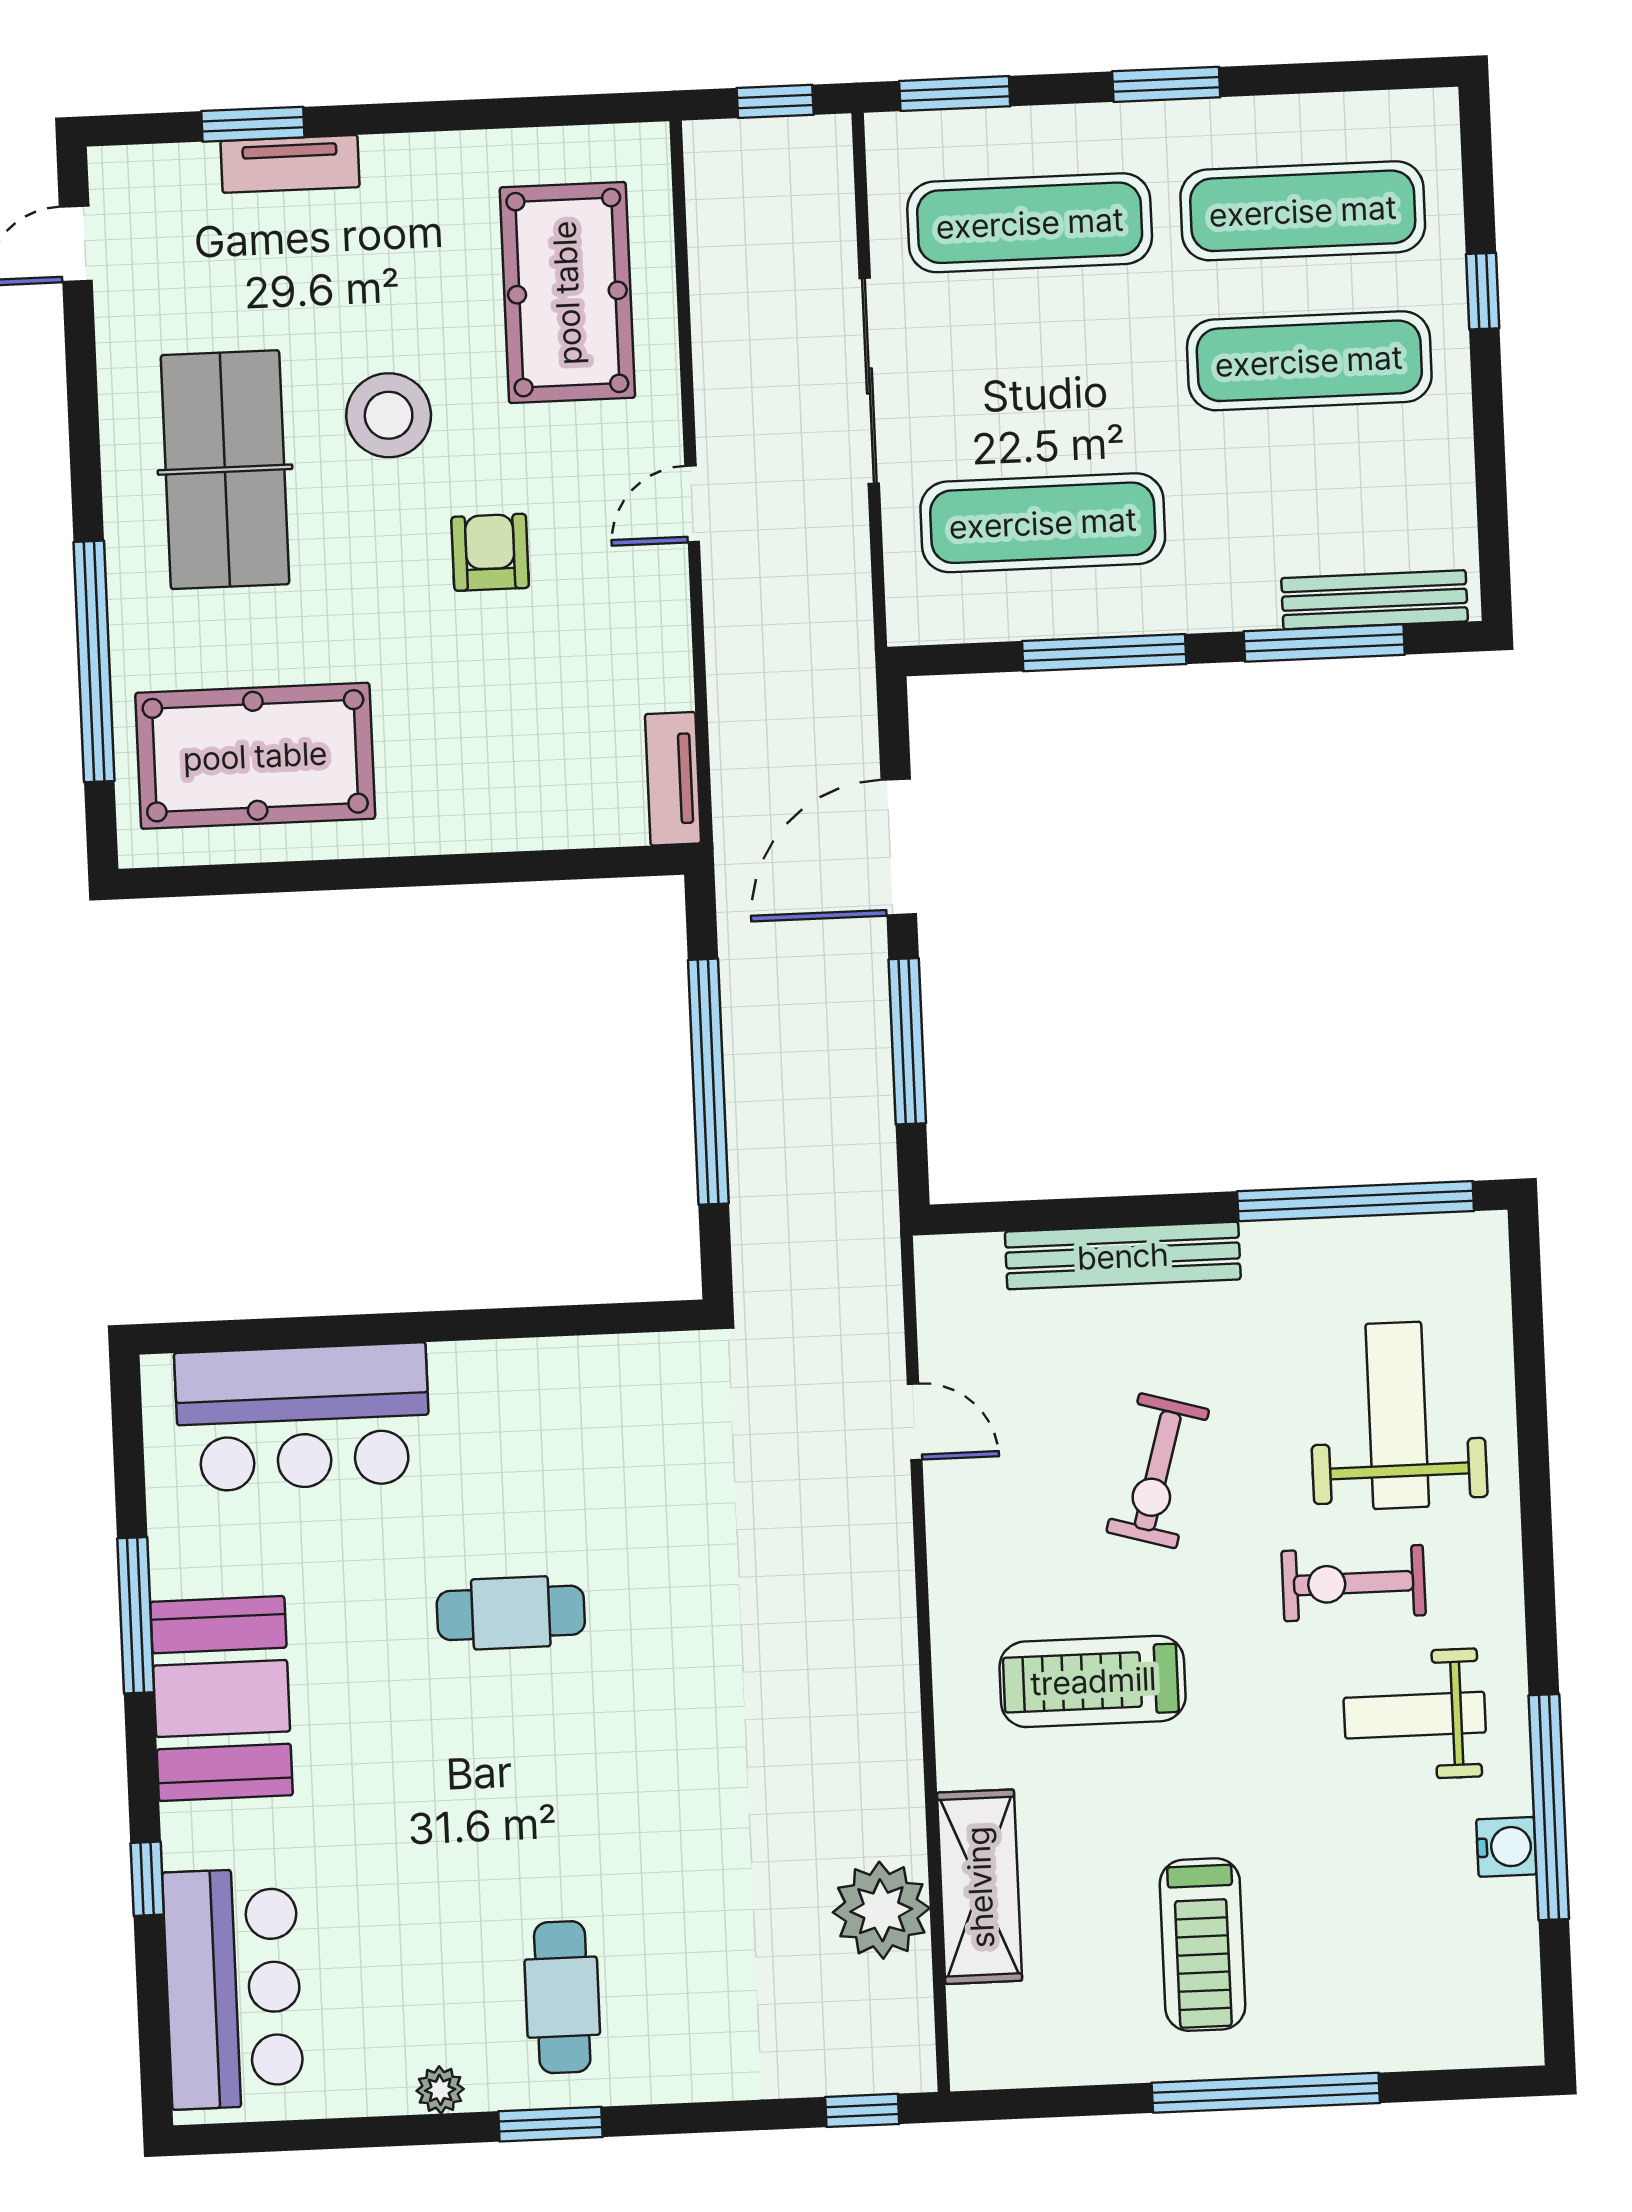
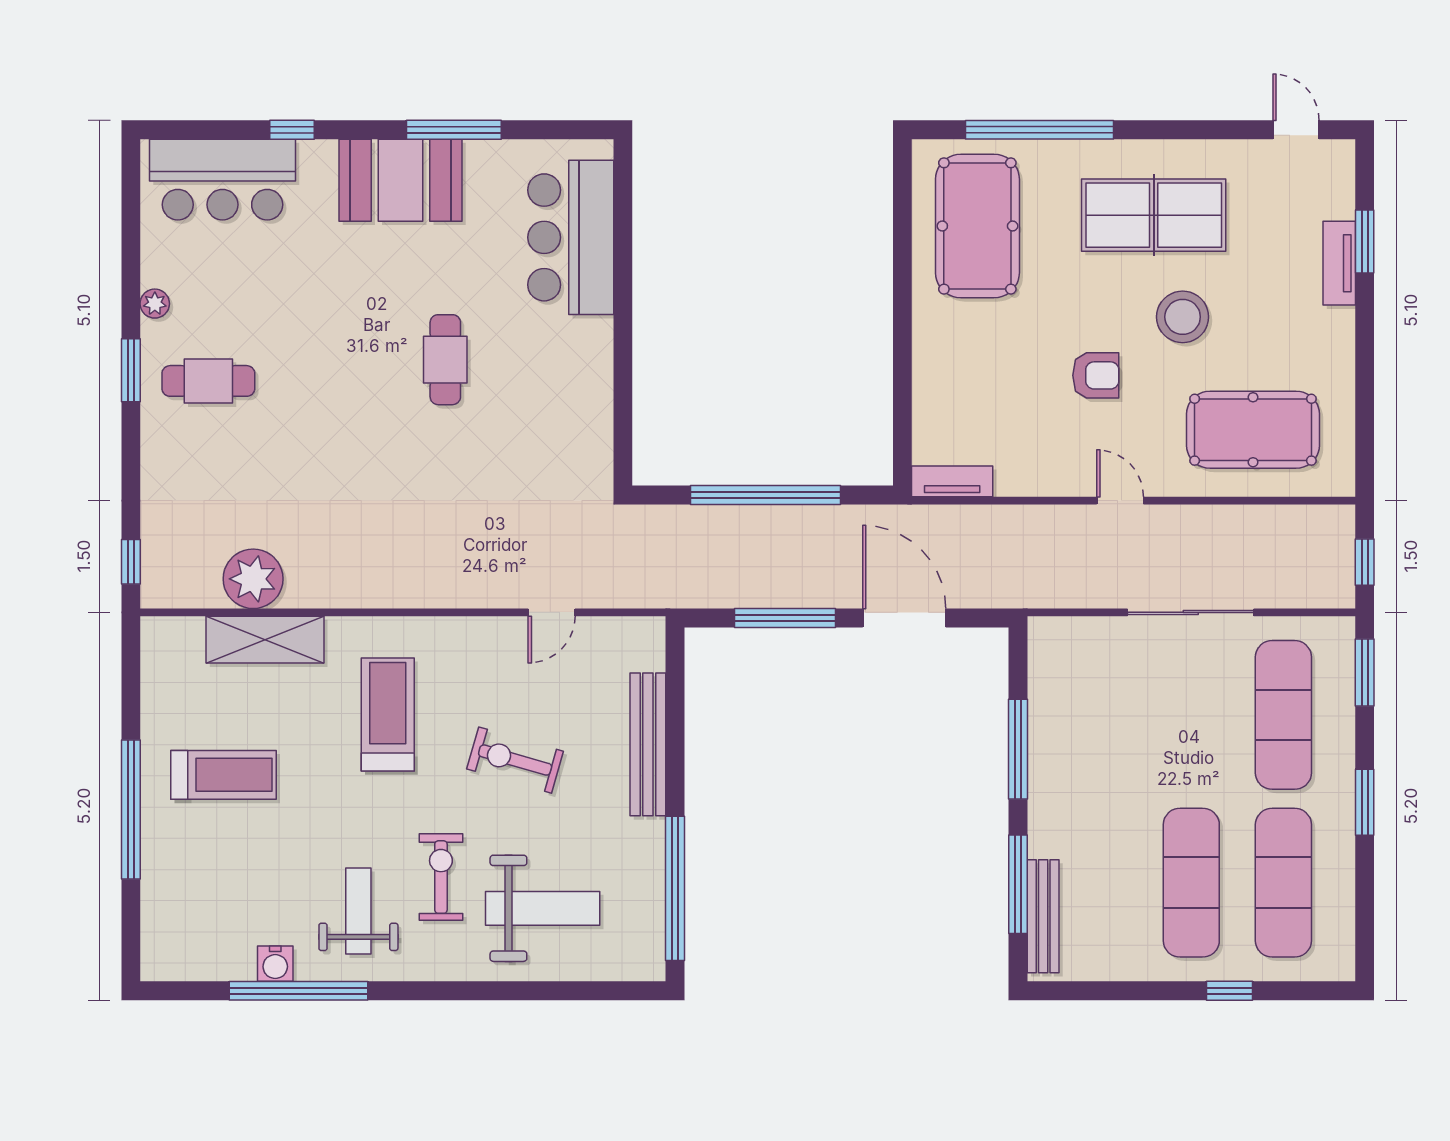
exercise mat: (1043, 523) -> (1099, 715), removed
treadmill: (1203, 1945) -> (223, 775), turned 180

